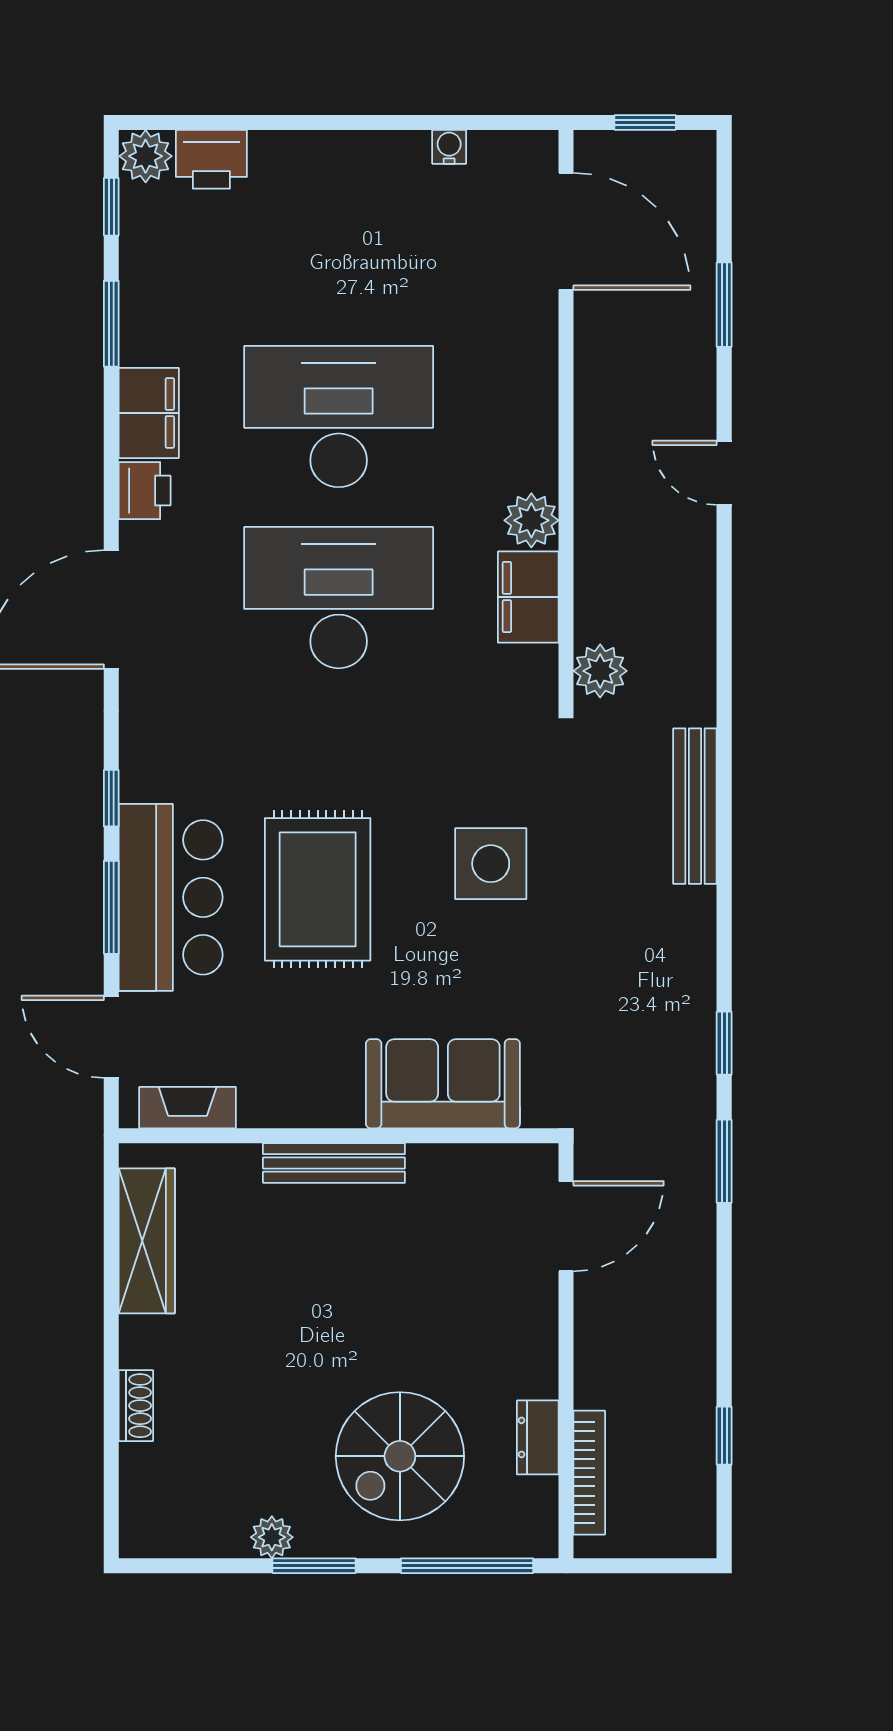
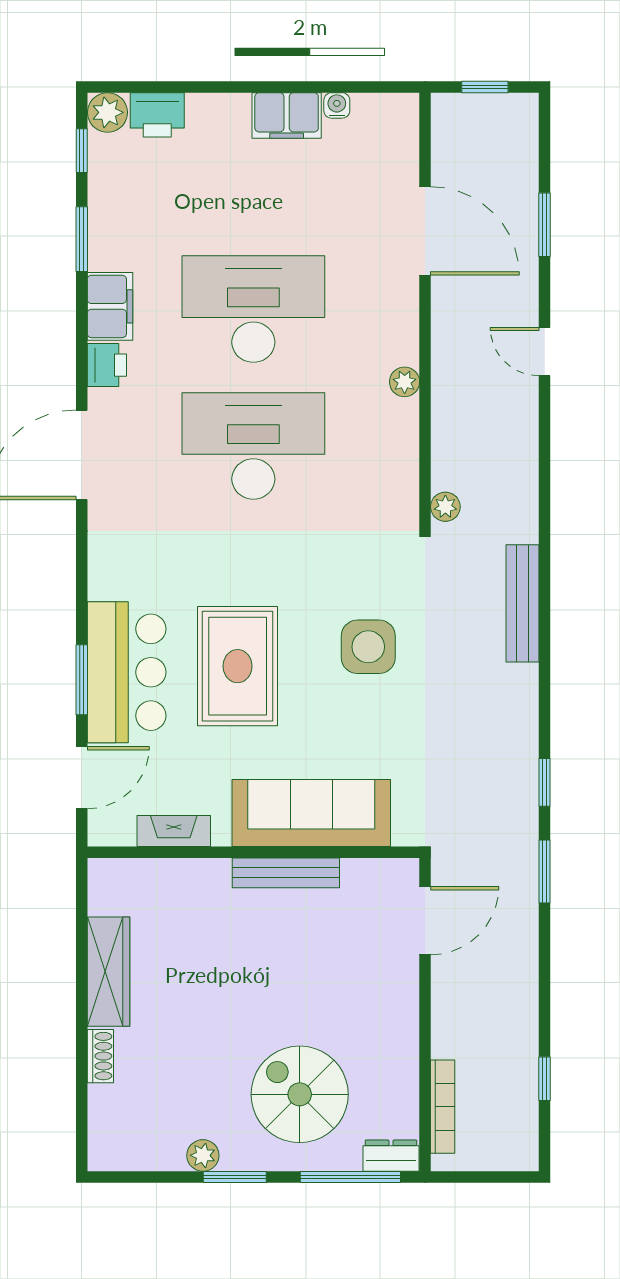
door: (566, 231) -> (425, 231), moved
plant: (531, 520) -> (405, 382), width x0.73, depth x0.73
filing cabinet: (528, 597) -> (287, 116), moved, turned -90
plant: (600, 671) -> (445, 507), width x0.73, depth x0.73
window: (111, 798) -> (82, 597), removed
door: (111, 1037) -> (82, 778), swing flipped
sofa: (443, 1084) -> (311, 813), width x1.36
fireplace: (188, 1108) -> (174, 831), moved
bench: (334, 1163) -> (286, 873), moved
wardrobe: (147, 1241) -> (108, 972), moved
dresser: (538, 1437) -> (391, 1156), moved, turned 90
spiral stairs: (400, 1456) -> (300, 1094), turned 90

